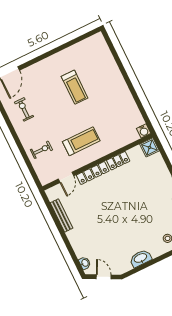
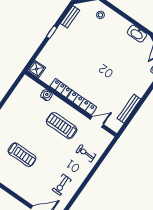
treadmill: (75, 87) -> (22, 155), turned 90
water cooler: (144, 131) -> (46, 95), moved
washbasin: (141, 258) -> (137, 34), moved

